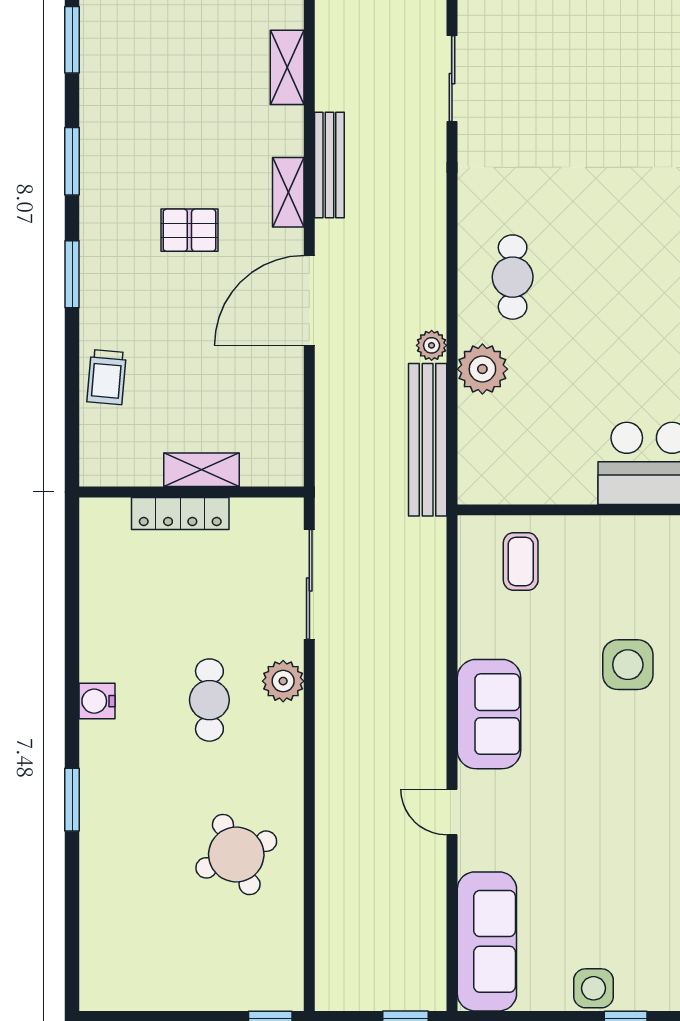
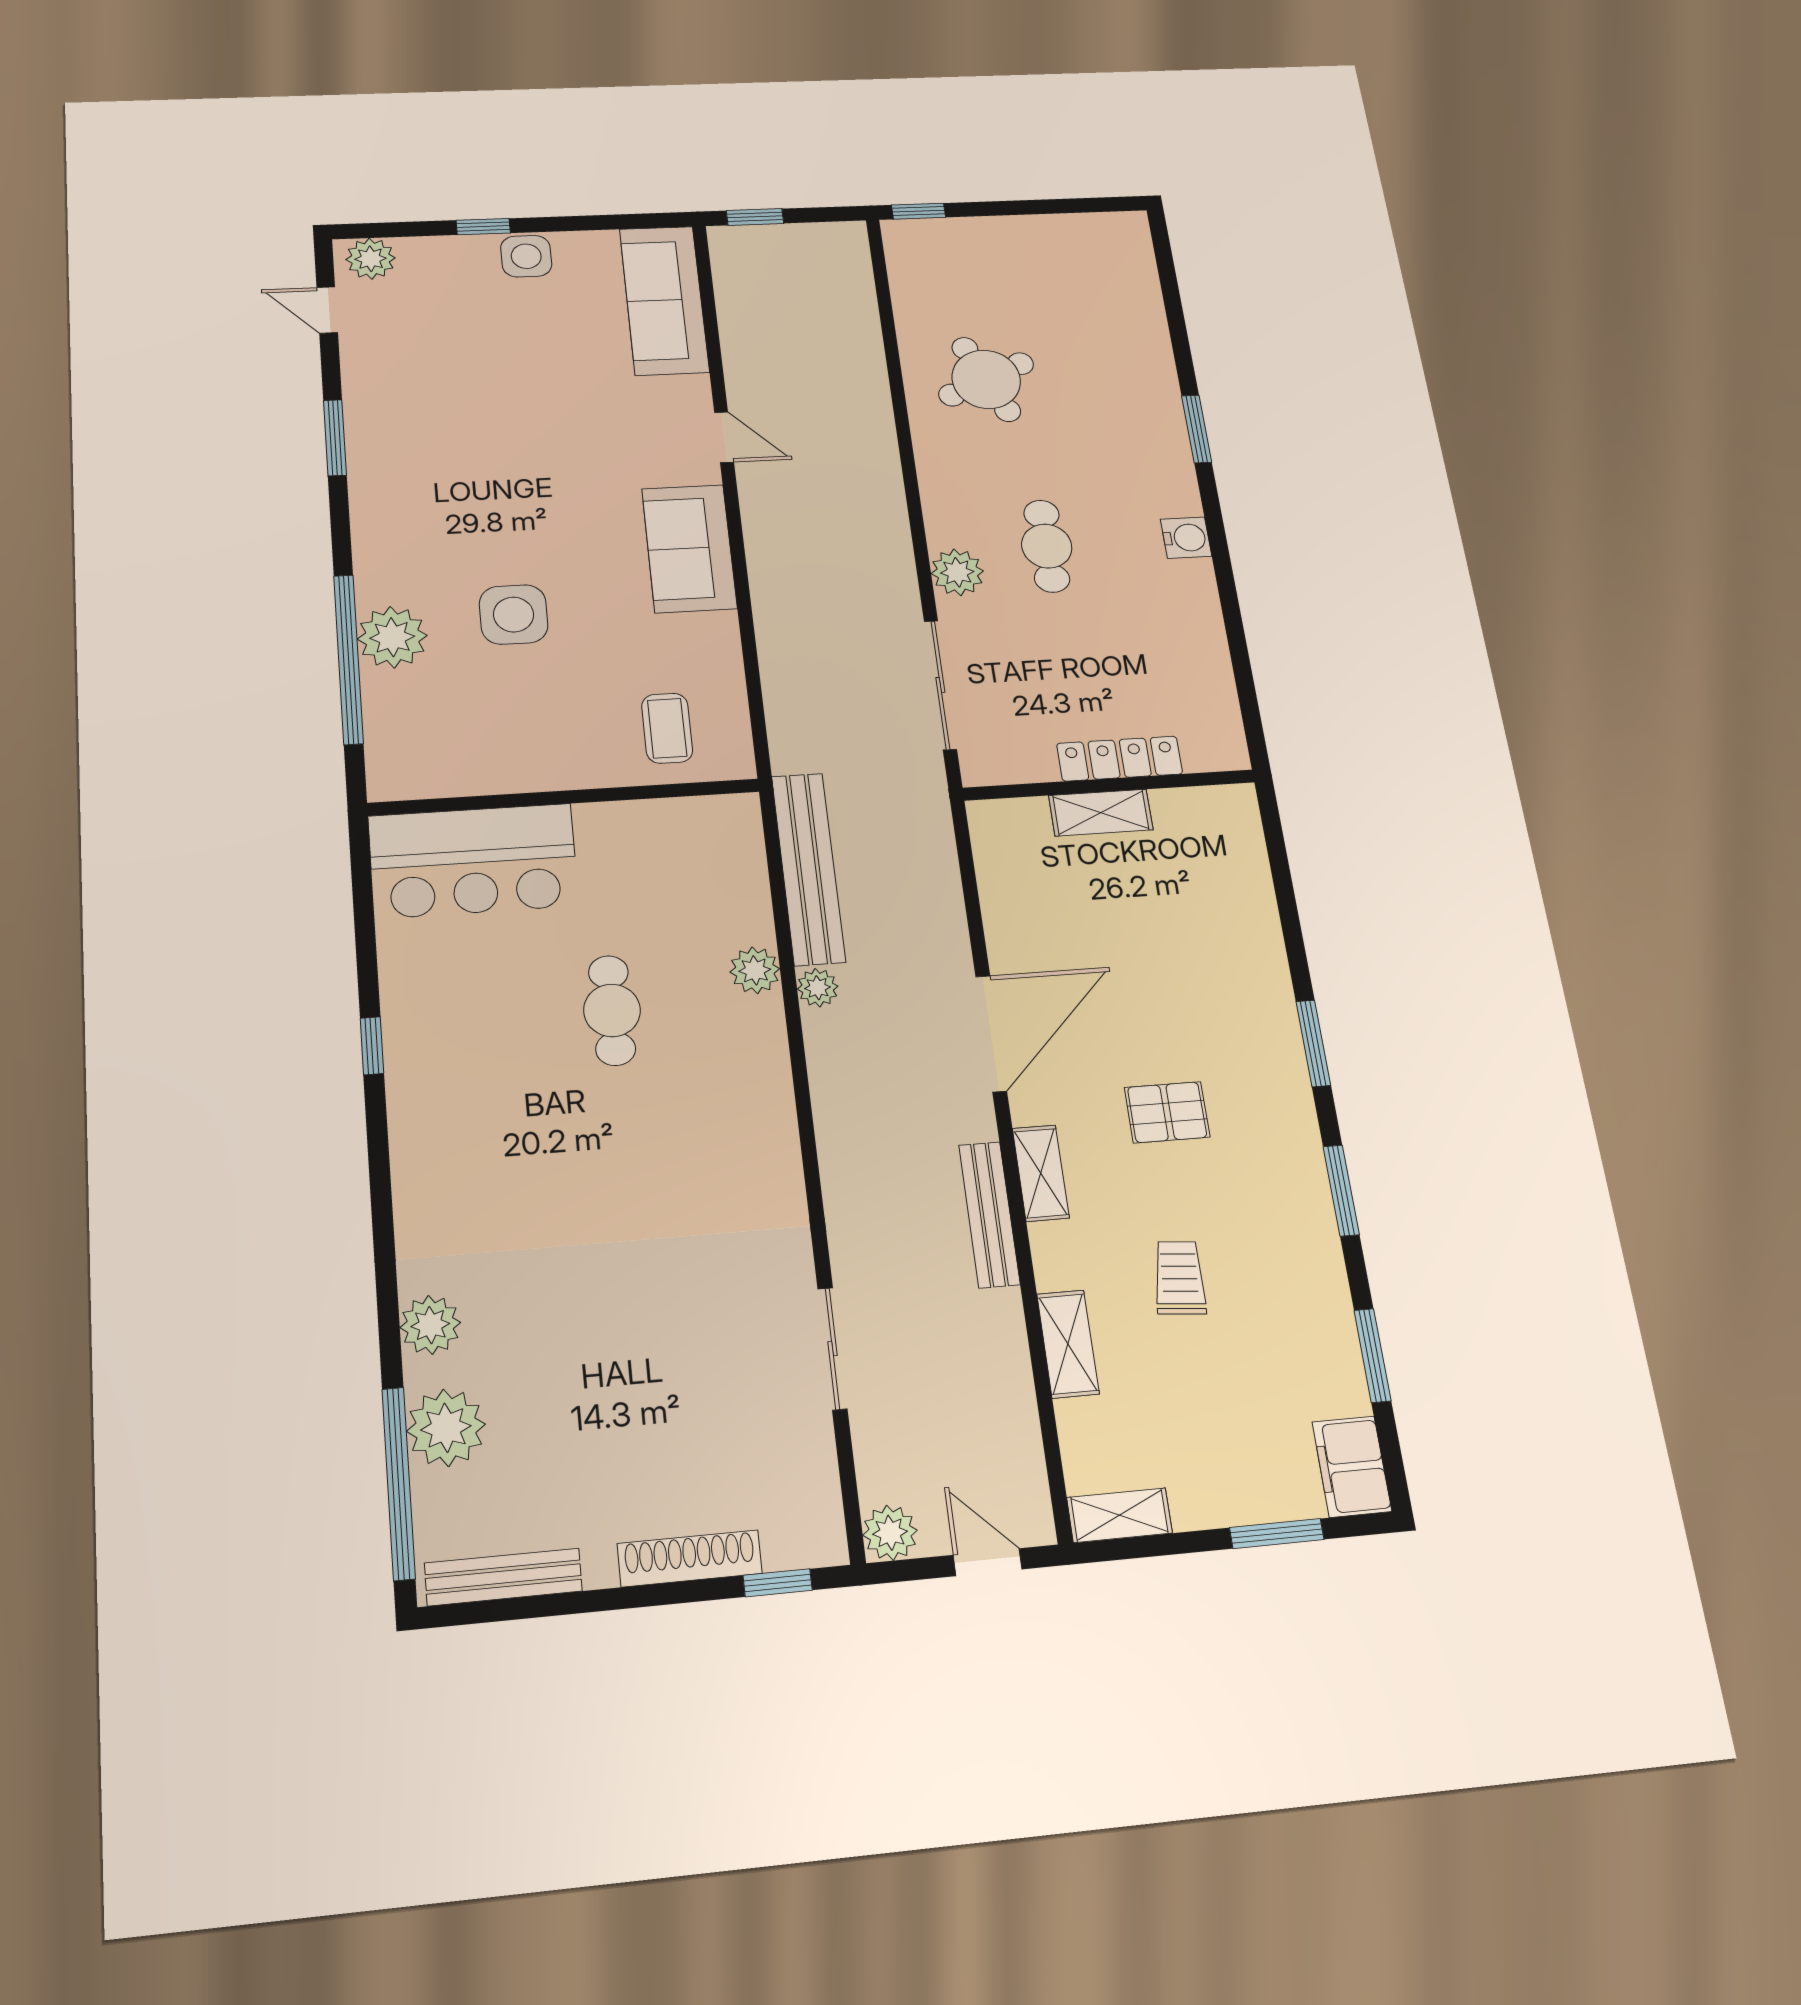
cafe table: (513, 277) -> (612, 1010), moved
plant: (482, 369) -> (755, 970), width x0.73, depth x0.73
trolley: (107, 377) -> (1179, 1278), moved

